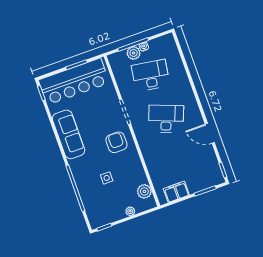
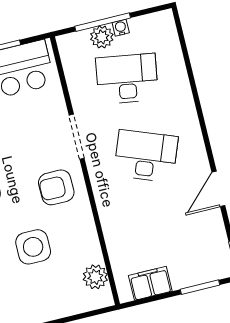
door: (210, 133) -> (218, 189), hinge flipped
armchair: (116, 142) -> (56, 187), turned -90
side table: (107, 178) -> (33, 247), width x1.87, depth x1.87
plant: (130, 211) -> (68, 309), removed

